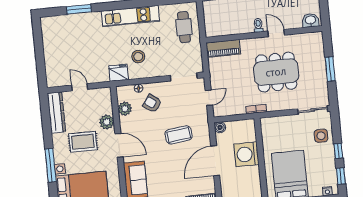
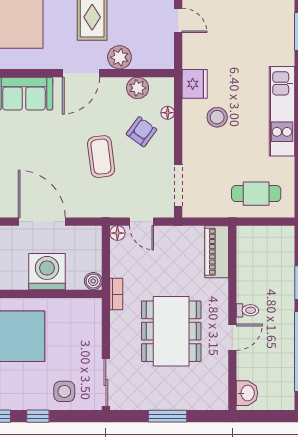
door: (80, 87) -> (178, 20), hinge flipped
floor lamp: (218, 112) -> (117, 233), added
boiler: (220, 127) -> (93, 281), moved
coffee table: (179, 135) -> (101, 157), moved

